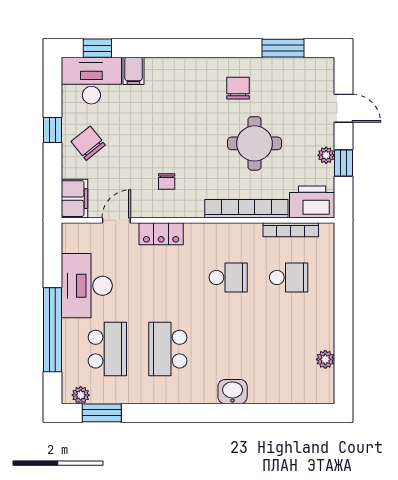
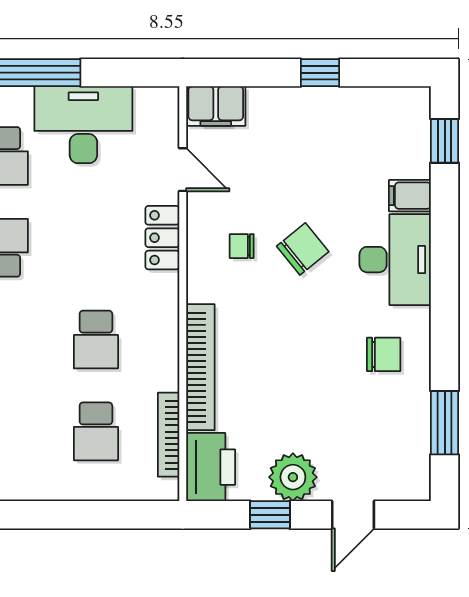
desk: (91, 81) -> (395, 260), moved
chair: (88, 143) -> (303, 249), moved
round table: (254, 143) -> (300, 380), removed
plant: (326, 155) -> (293, 477), width x1.88, depth x1.88

